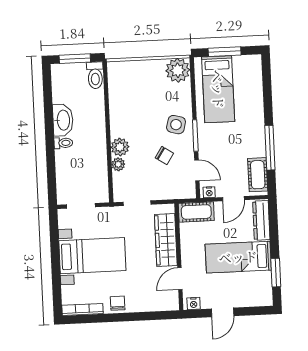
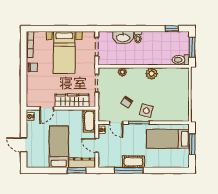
plant: (178, 70) -> (181, 113), removed
window: (47, 91) -> (172, 29), added
washbasin: (63, 120) -> (123, 38), moved
plant: (120, 147) -> (152, 74), moved
door: (197, 170) -> (116, 123), hinge flipped
cot: (258, 175) -> (133, 162), moved
window: (276, 273) -> (77, 170), moved
door: (180, 279) -> (47, 108), swing flipped
door: (223, 312) -> (24, 145), moved

